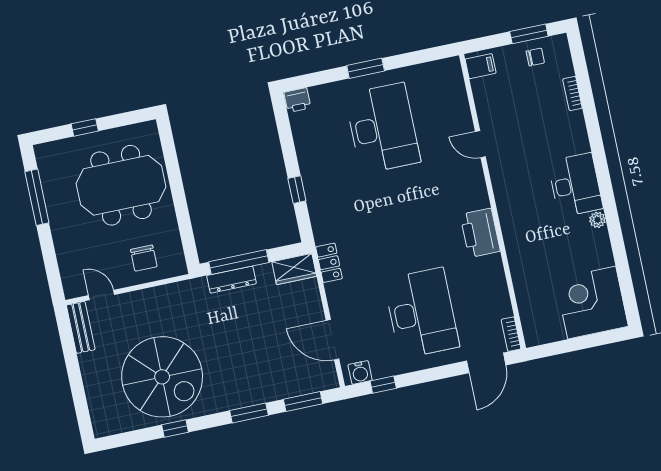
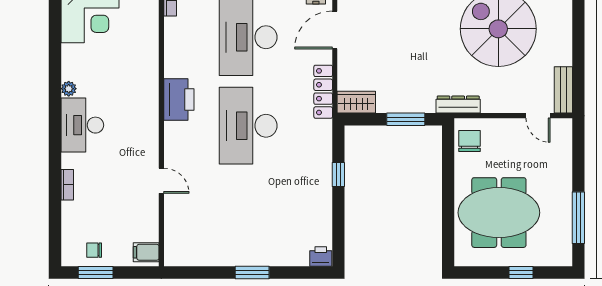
bookcase: (572, 93) -> (67, 185), moved
desk: (383, 128) -> (248, 126), moved
chair: (144, 258) -> (469, 141), moved
window: (239, 262) -> (406, 119), width x0.69
locker: (329, 263) -> (323, 92), width x1.53
dresser: (231, 280) -> (458, 105), moved
door: (333, 340) -> (335, 30), swing flipped

